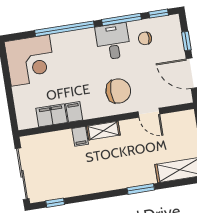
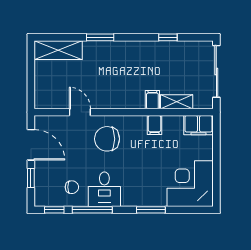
window: (64, 29) -> (151, 210), width x0.47
filing cabinet: (52, 115) -> (199, 125), moved
shelving: (103, 131) -> (177, 102), moved
window: (55, 203) -> (168, 37), moved

